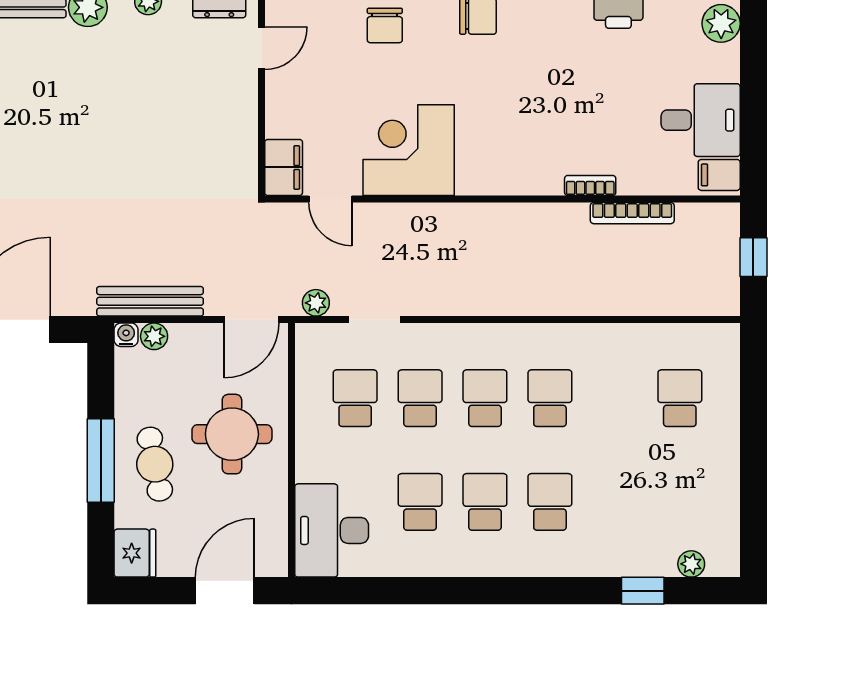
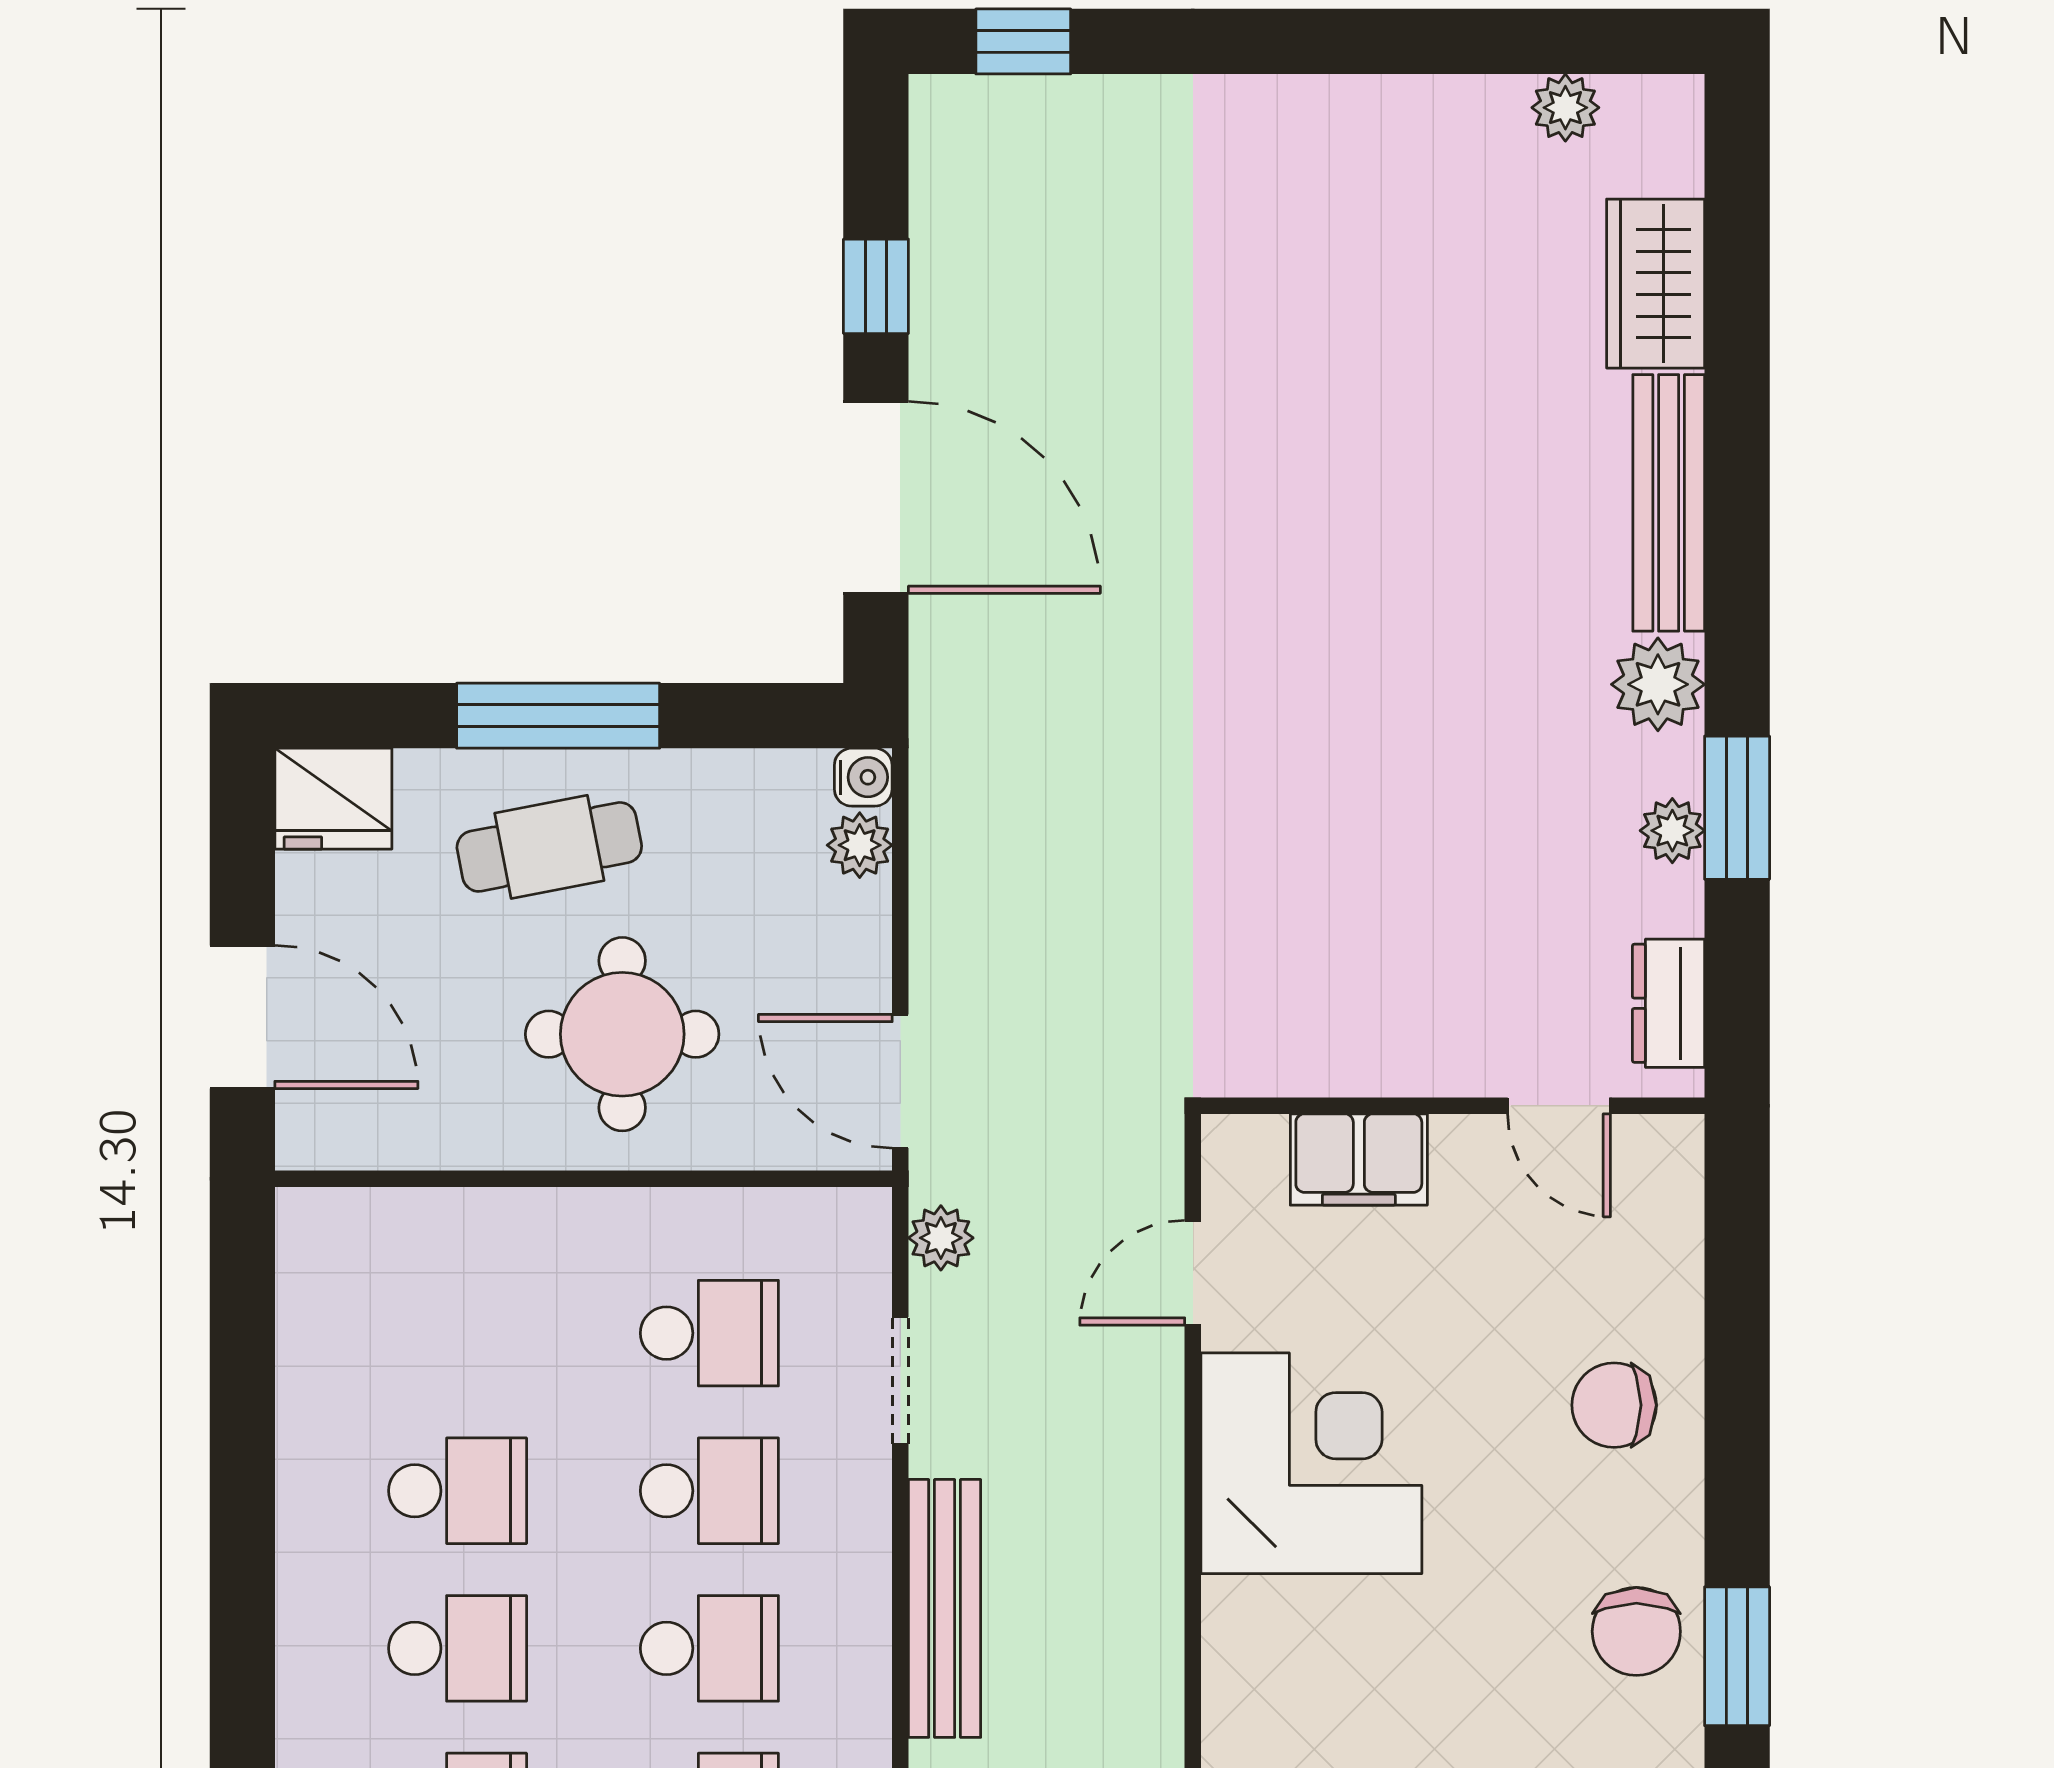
filing cabinet: (284, 167) -> (1359, 1159), moved
bench: (150, 301) -> (945, 1608), moved
desk: (332, 530) -> (388, 1276), removed

